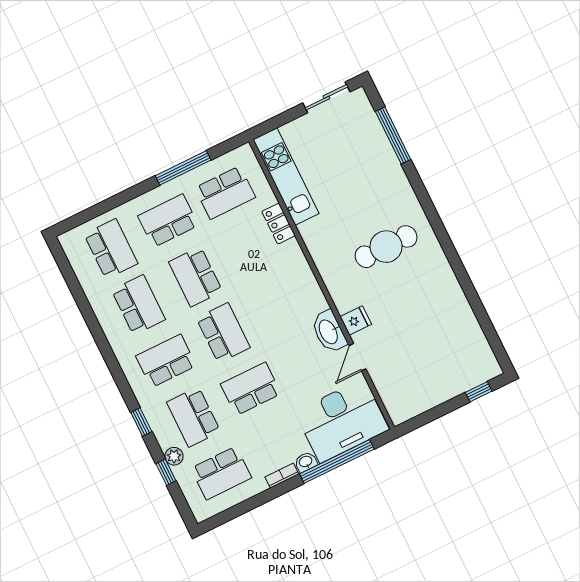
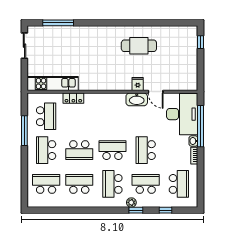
cafe table: (386, 247) -> (139, 46), moved, turned 90
school desk: (194, 417) -> (146, 184), turned 180
plant: (174, 456) -> (131, 202), moved

